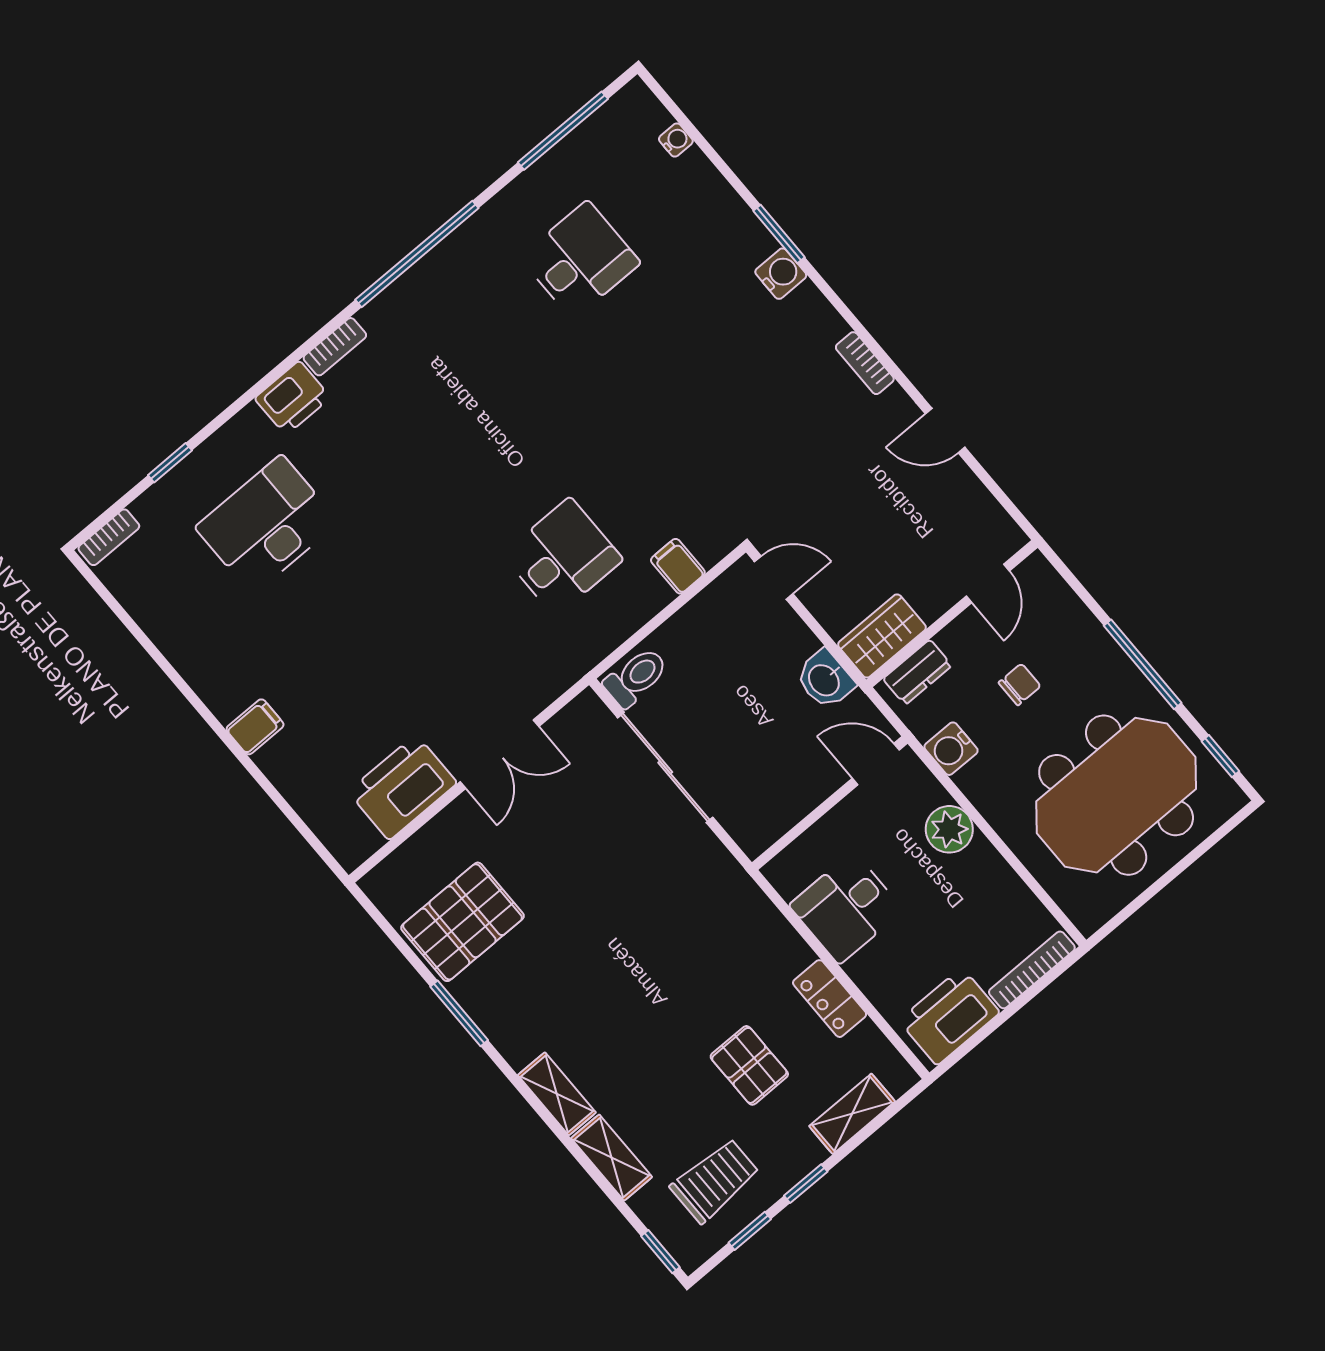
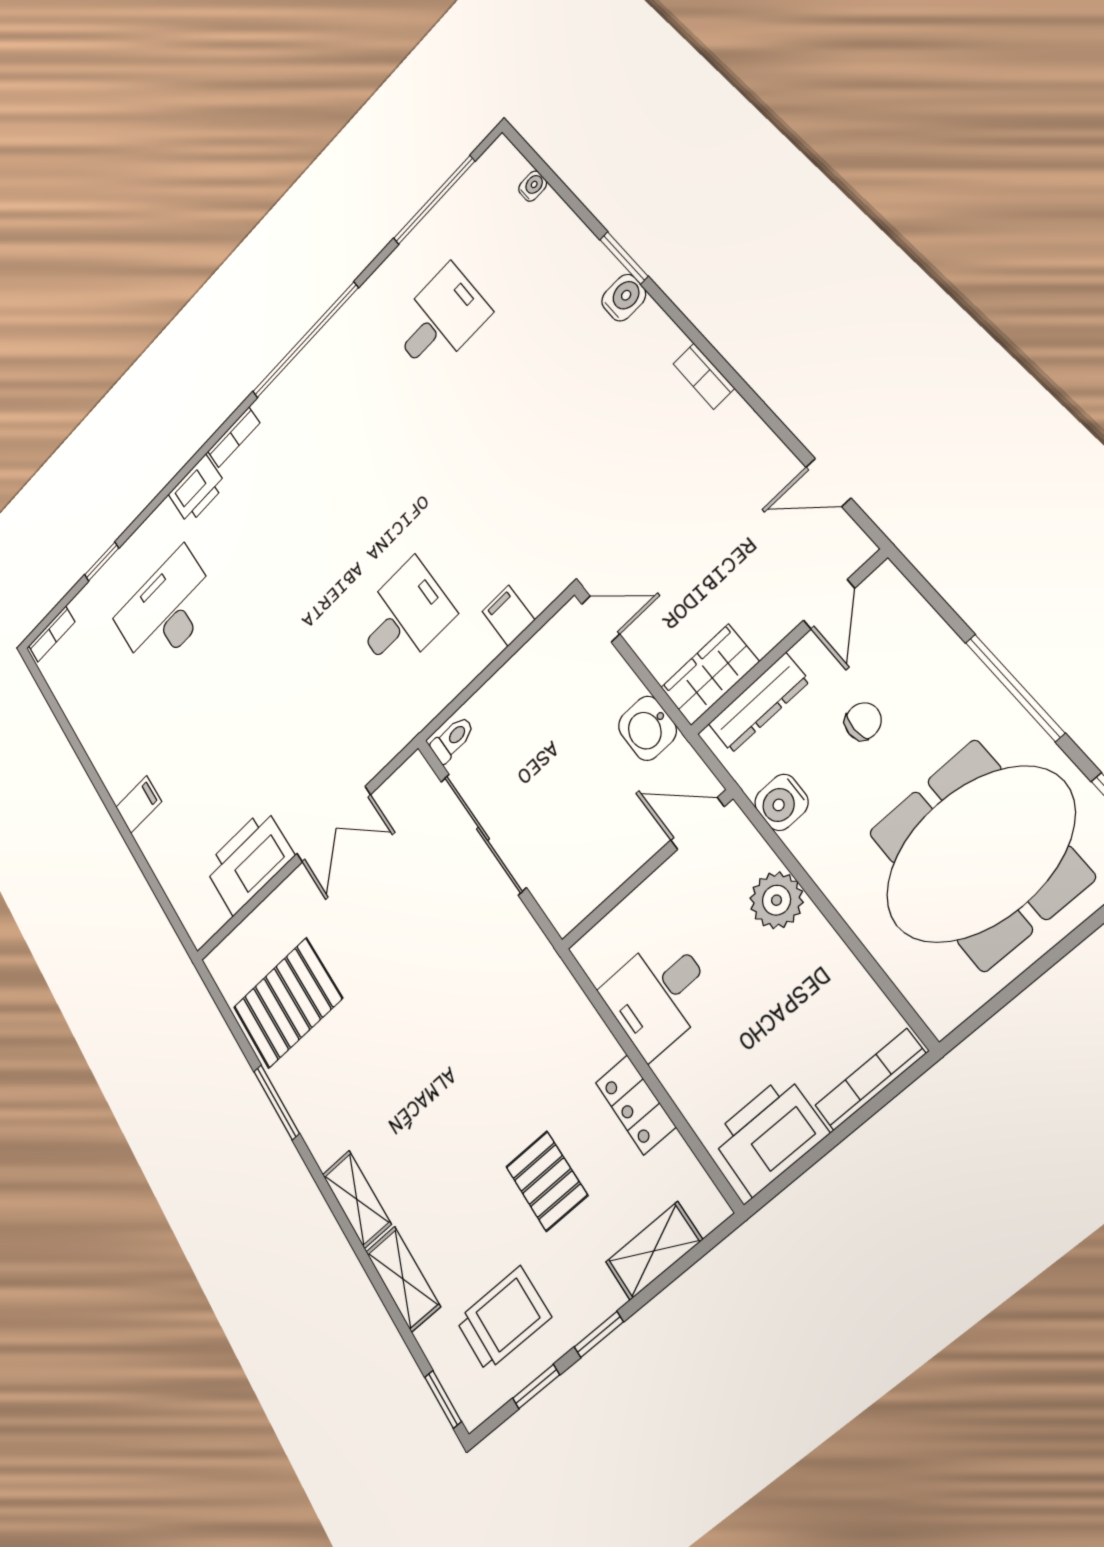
door: (945, 431) -> (828, 483), moved
dresser: (917, 672) -> (759, 703), width x1.44
toilet: (636, 677) -> (452, 739), width x0.73, depth x0.72

